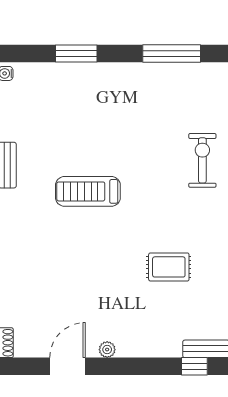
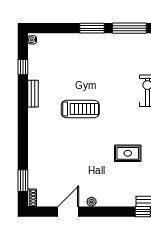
window: (76, 54) -> (92, 28), moved
treadmill: (88, 191) -> (80, 109), turned 180

